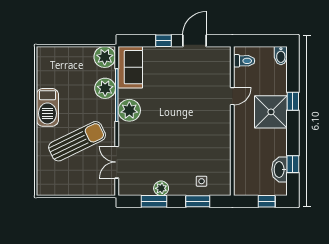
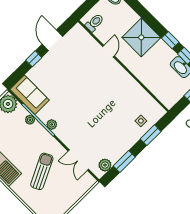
plant: (105, 88) -> (30, 120), width x0.53, depth x0.53
window: (293, 101) -> (170, 40), moved
plant: (129, 110) -> (52, 125), width x0.53, depth x0.53
sun lounger: (77, 141) -> (42, 171), width x0.73, depth x0.75
plant: (161, 188) -> (105, 165), moved

